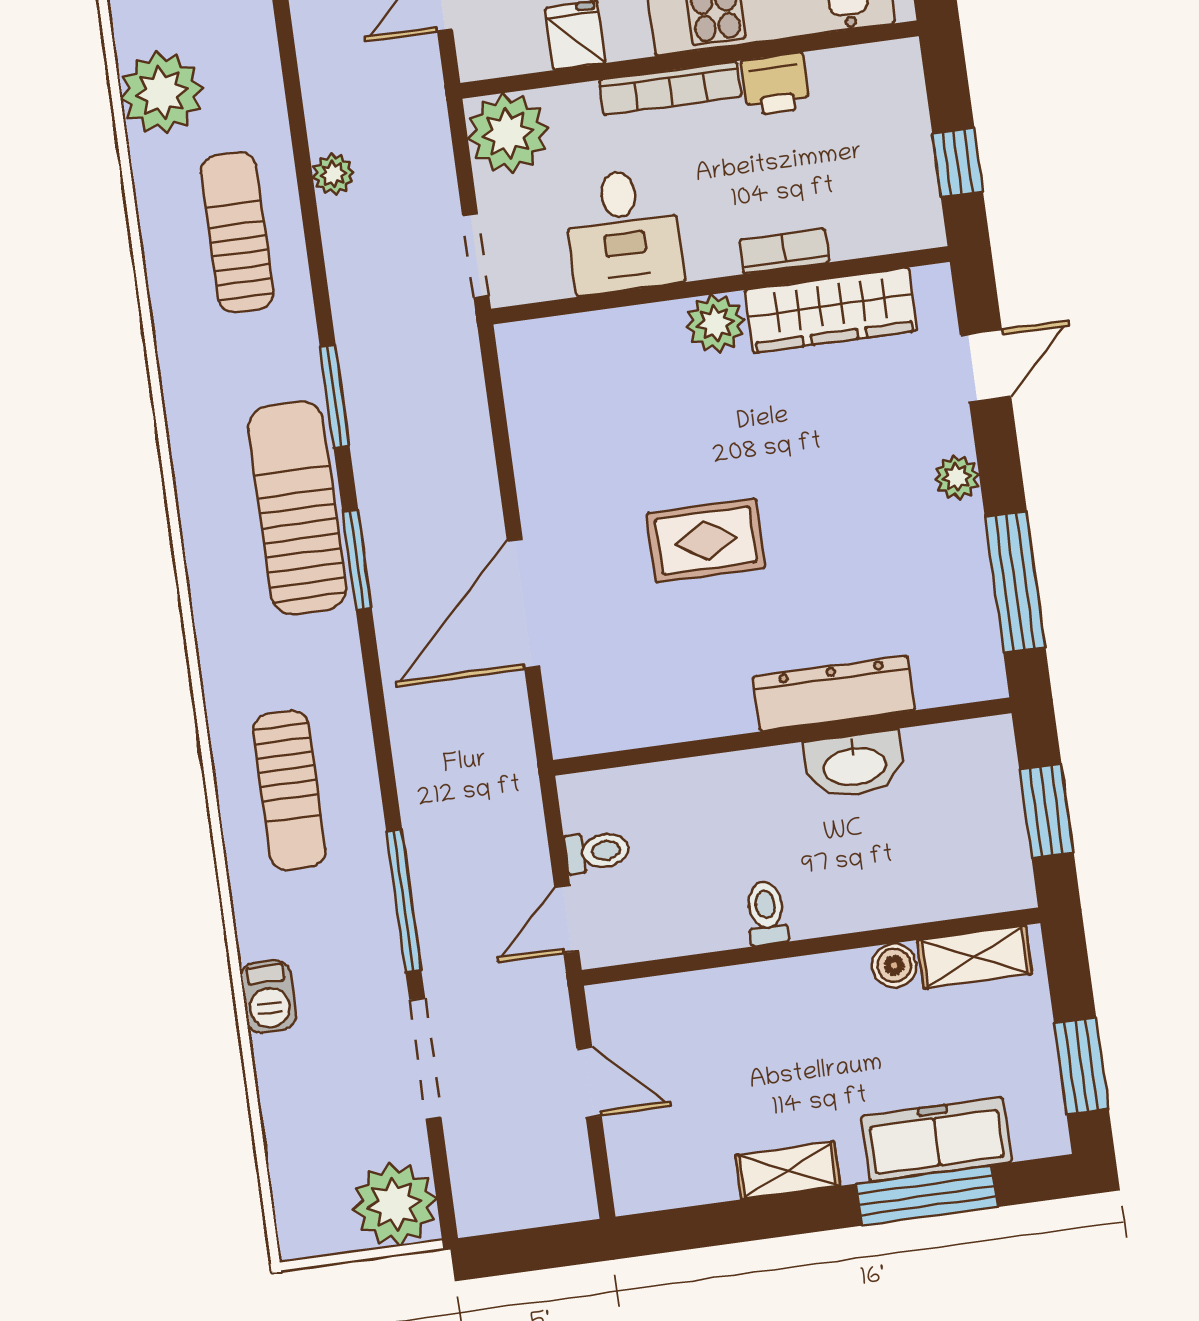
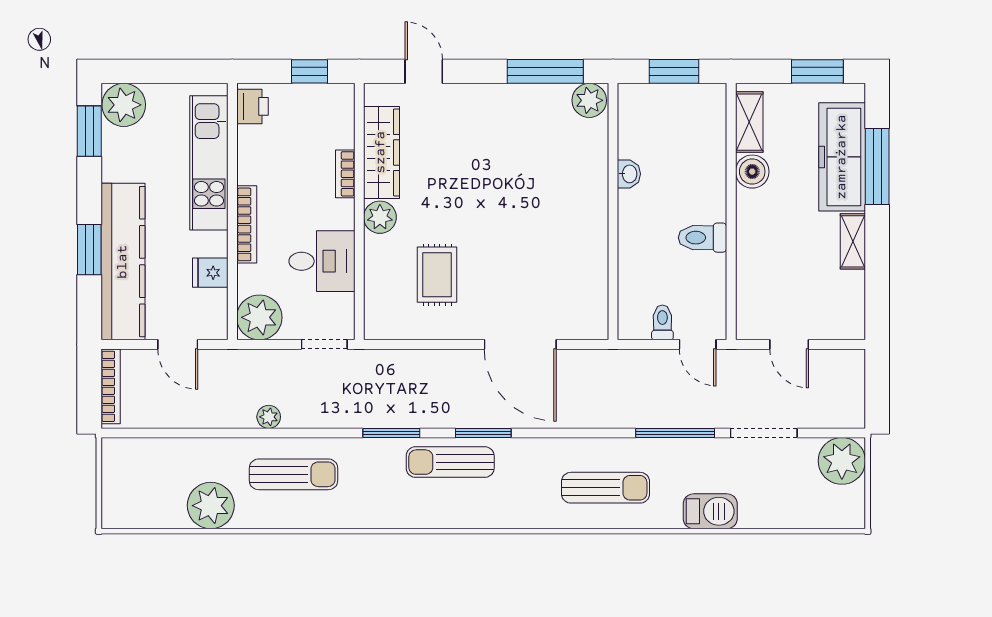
printer: (775, 84) -> (252, 106), moved
sun lounger: (237, 232) -> (294, 474), turned 180
plant: (957, 477) -> (589, 100), moved, width x1.38, depth x1.38
sun lounger: (297, 508) -> (450, 462), width x0.73, depth x0.75
rug: (706, 540) -> (437, 275), moved
dresser: (834, 693) -> (593, 180), removed
washbasin: (854, 765) -> (629, 174), width x0.52, depth x0.69
toilet: (767, 913) -> (703, 238), width x1.37, depth x1.39
boiler: (894, 965) -> (752, 172), width x1.36, depth x1.36
barbecue: (268, 996) -> (710, 511), width x1.38, depth x1.27
door: (589, 1082) -> (789, 344), swing flipped
freezer: (936, 1139) -> (842, 157), width x1.36, depth x1.26

